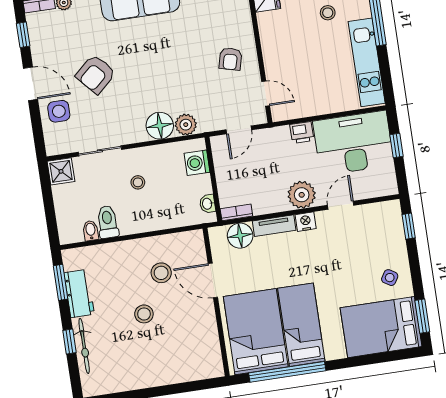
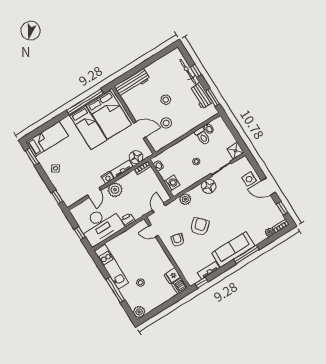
armchair: (96, 74) -> (200, 227), moved
floor lamp: (160, 126) -> (209, 186), moved
bed: (381, 327) -> (47, 139), width x0.67
workbench: (190, 369) -> (132, 83), added

